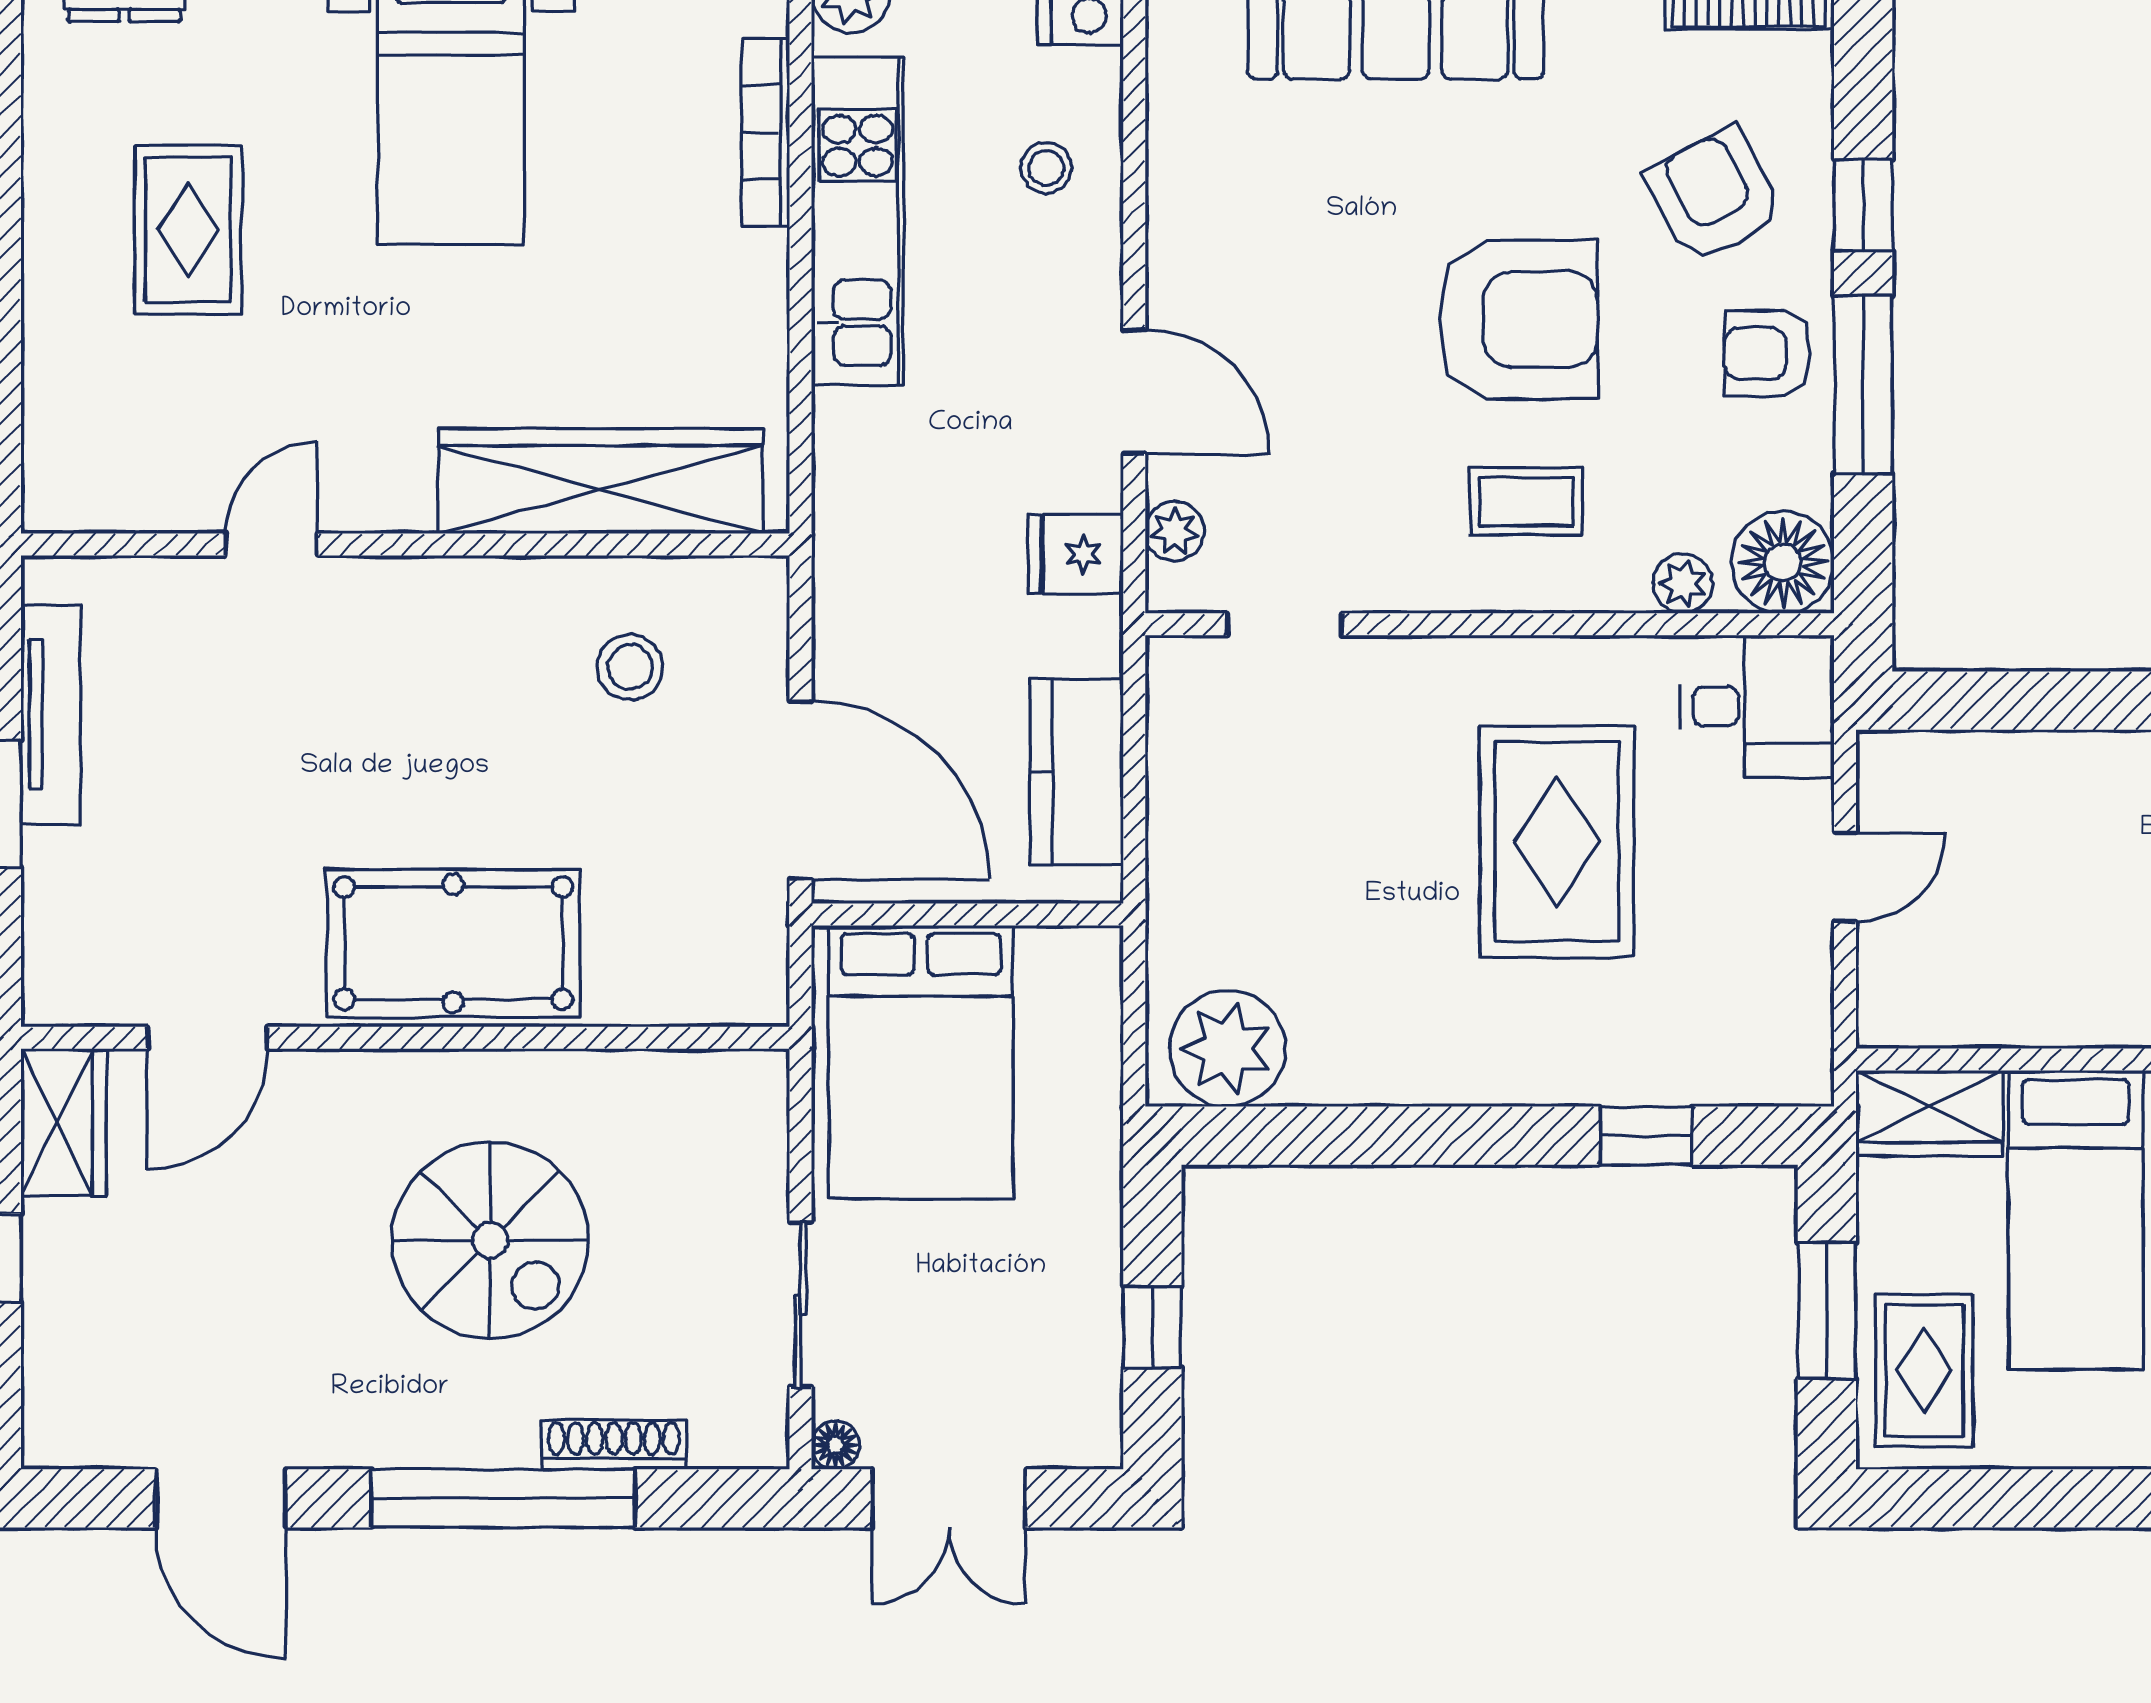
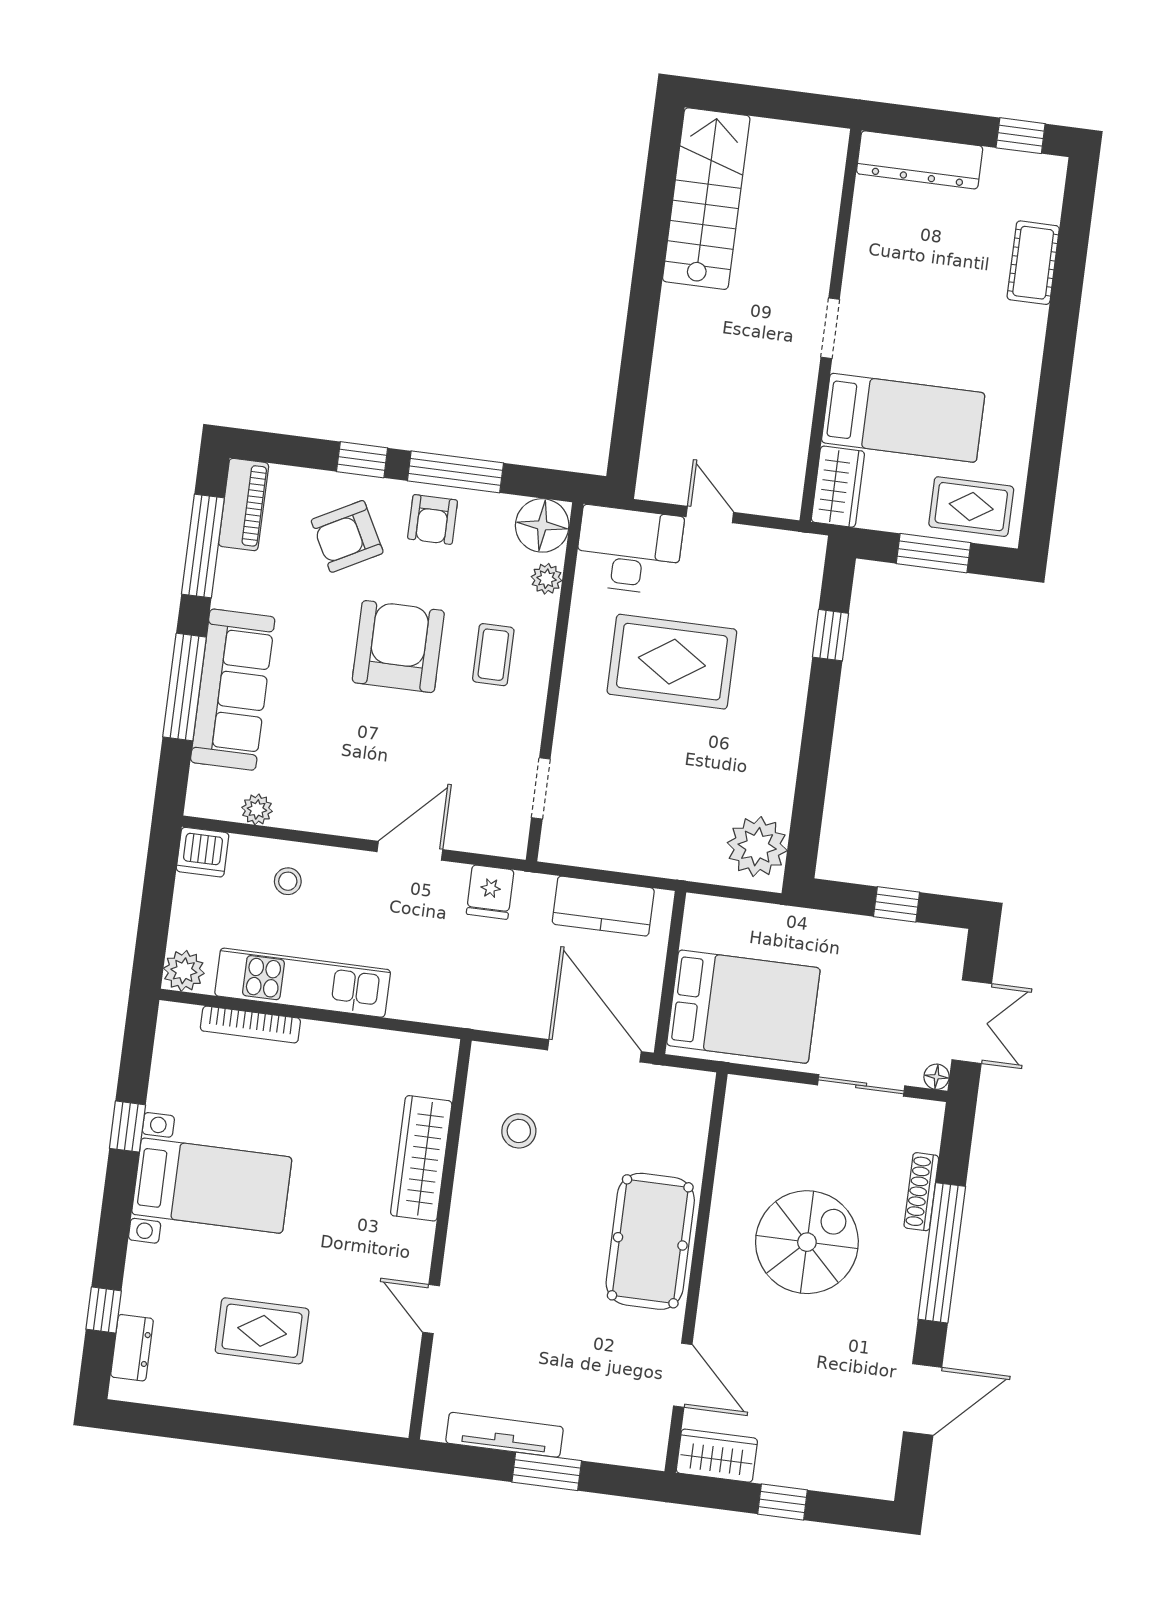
wardrobe: (601, 481) -> (421, 1158), width x0.71, depth x0.85
plant: (1175, 531) -> (257, 809), moved
desk: (1757, 706) -> (629, 550), width x1.37
door: (801, 790) -> (594, 1051), hinge flipped

